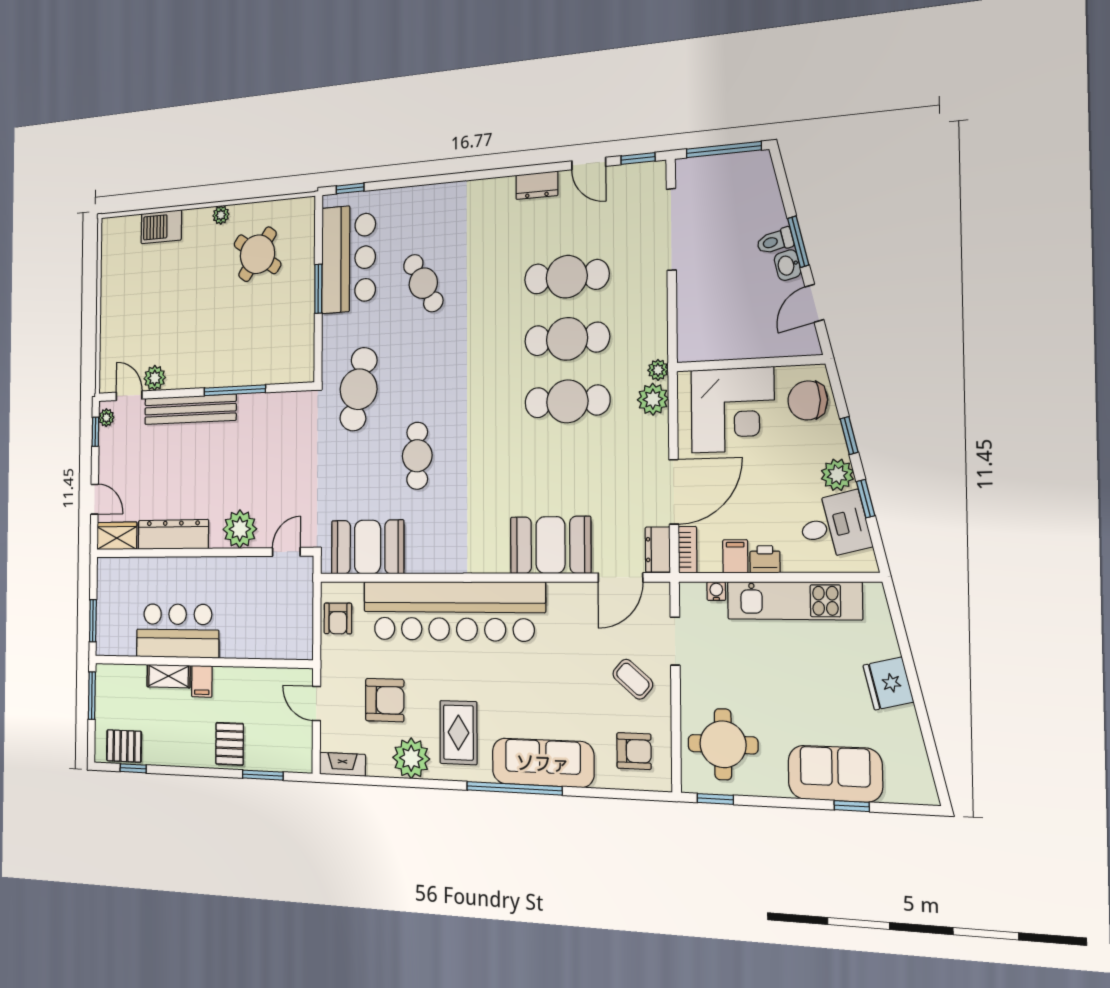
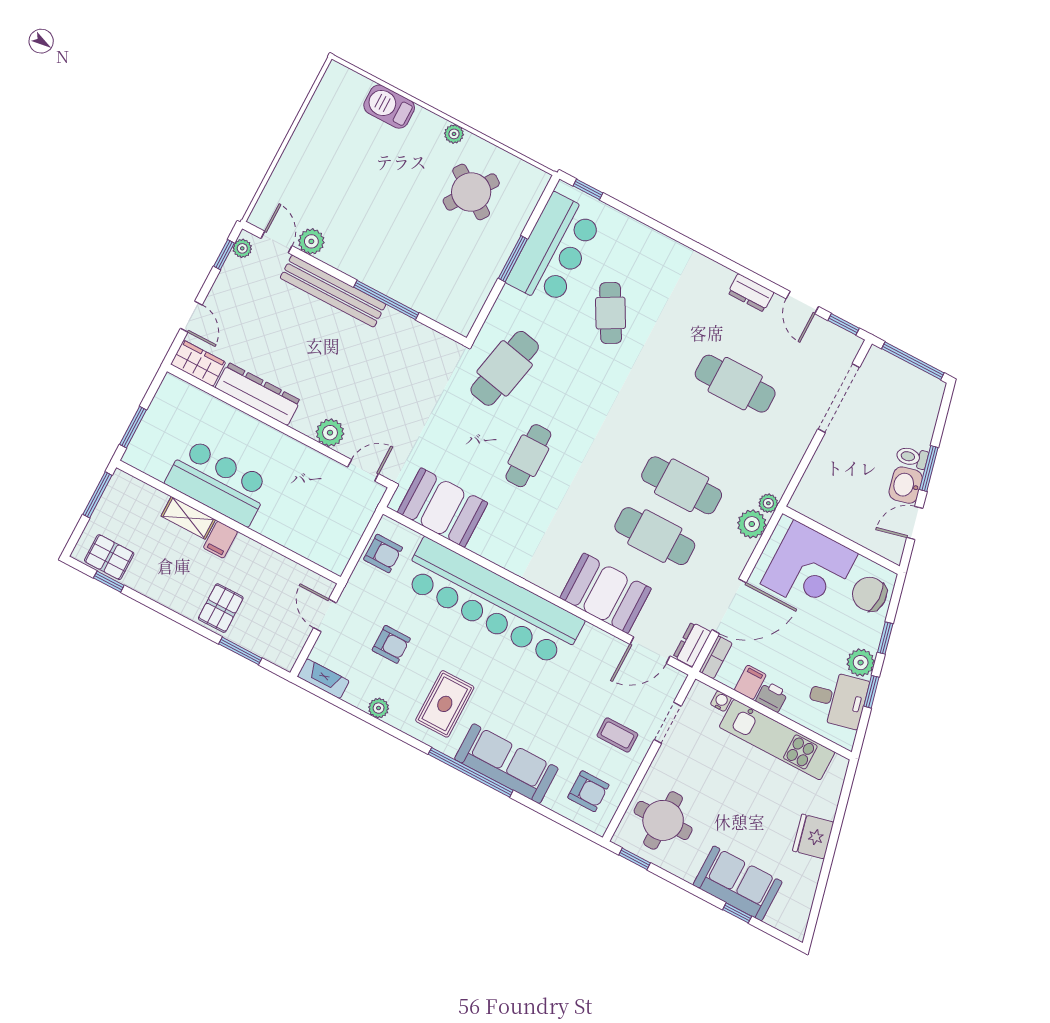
washbasin: (788, 265) -> (906, 485), width x1.38, depth x1.45
cafe table: (567, 339) -> (655, 536), moved
plant: (240, 529) -> (330, 433), width x0.73, depth x0.73
armchair: (338, 618) -> (383, 553), turned -90
coffee table: (633, 679) -> (617, 735), turned -41
armchair: (385, 700) -> (391, 644), width x0.72, depth x0.72
plant: (411, 758) -> (379, 708), width x0.53, depth x0.53

